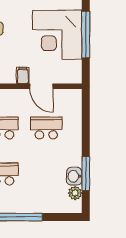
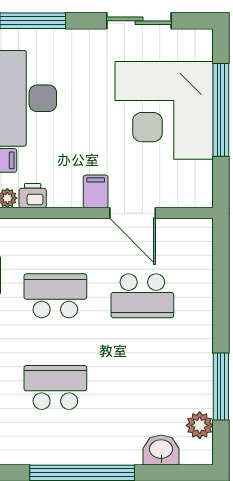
school desk: (46, 128) -> (142, 296), turned 180
washbasin: (74, 176) -> (161, 450), moved, turned 90

